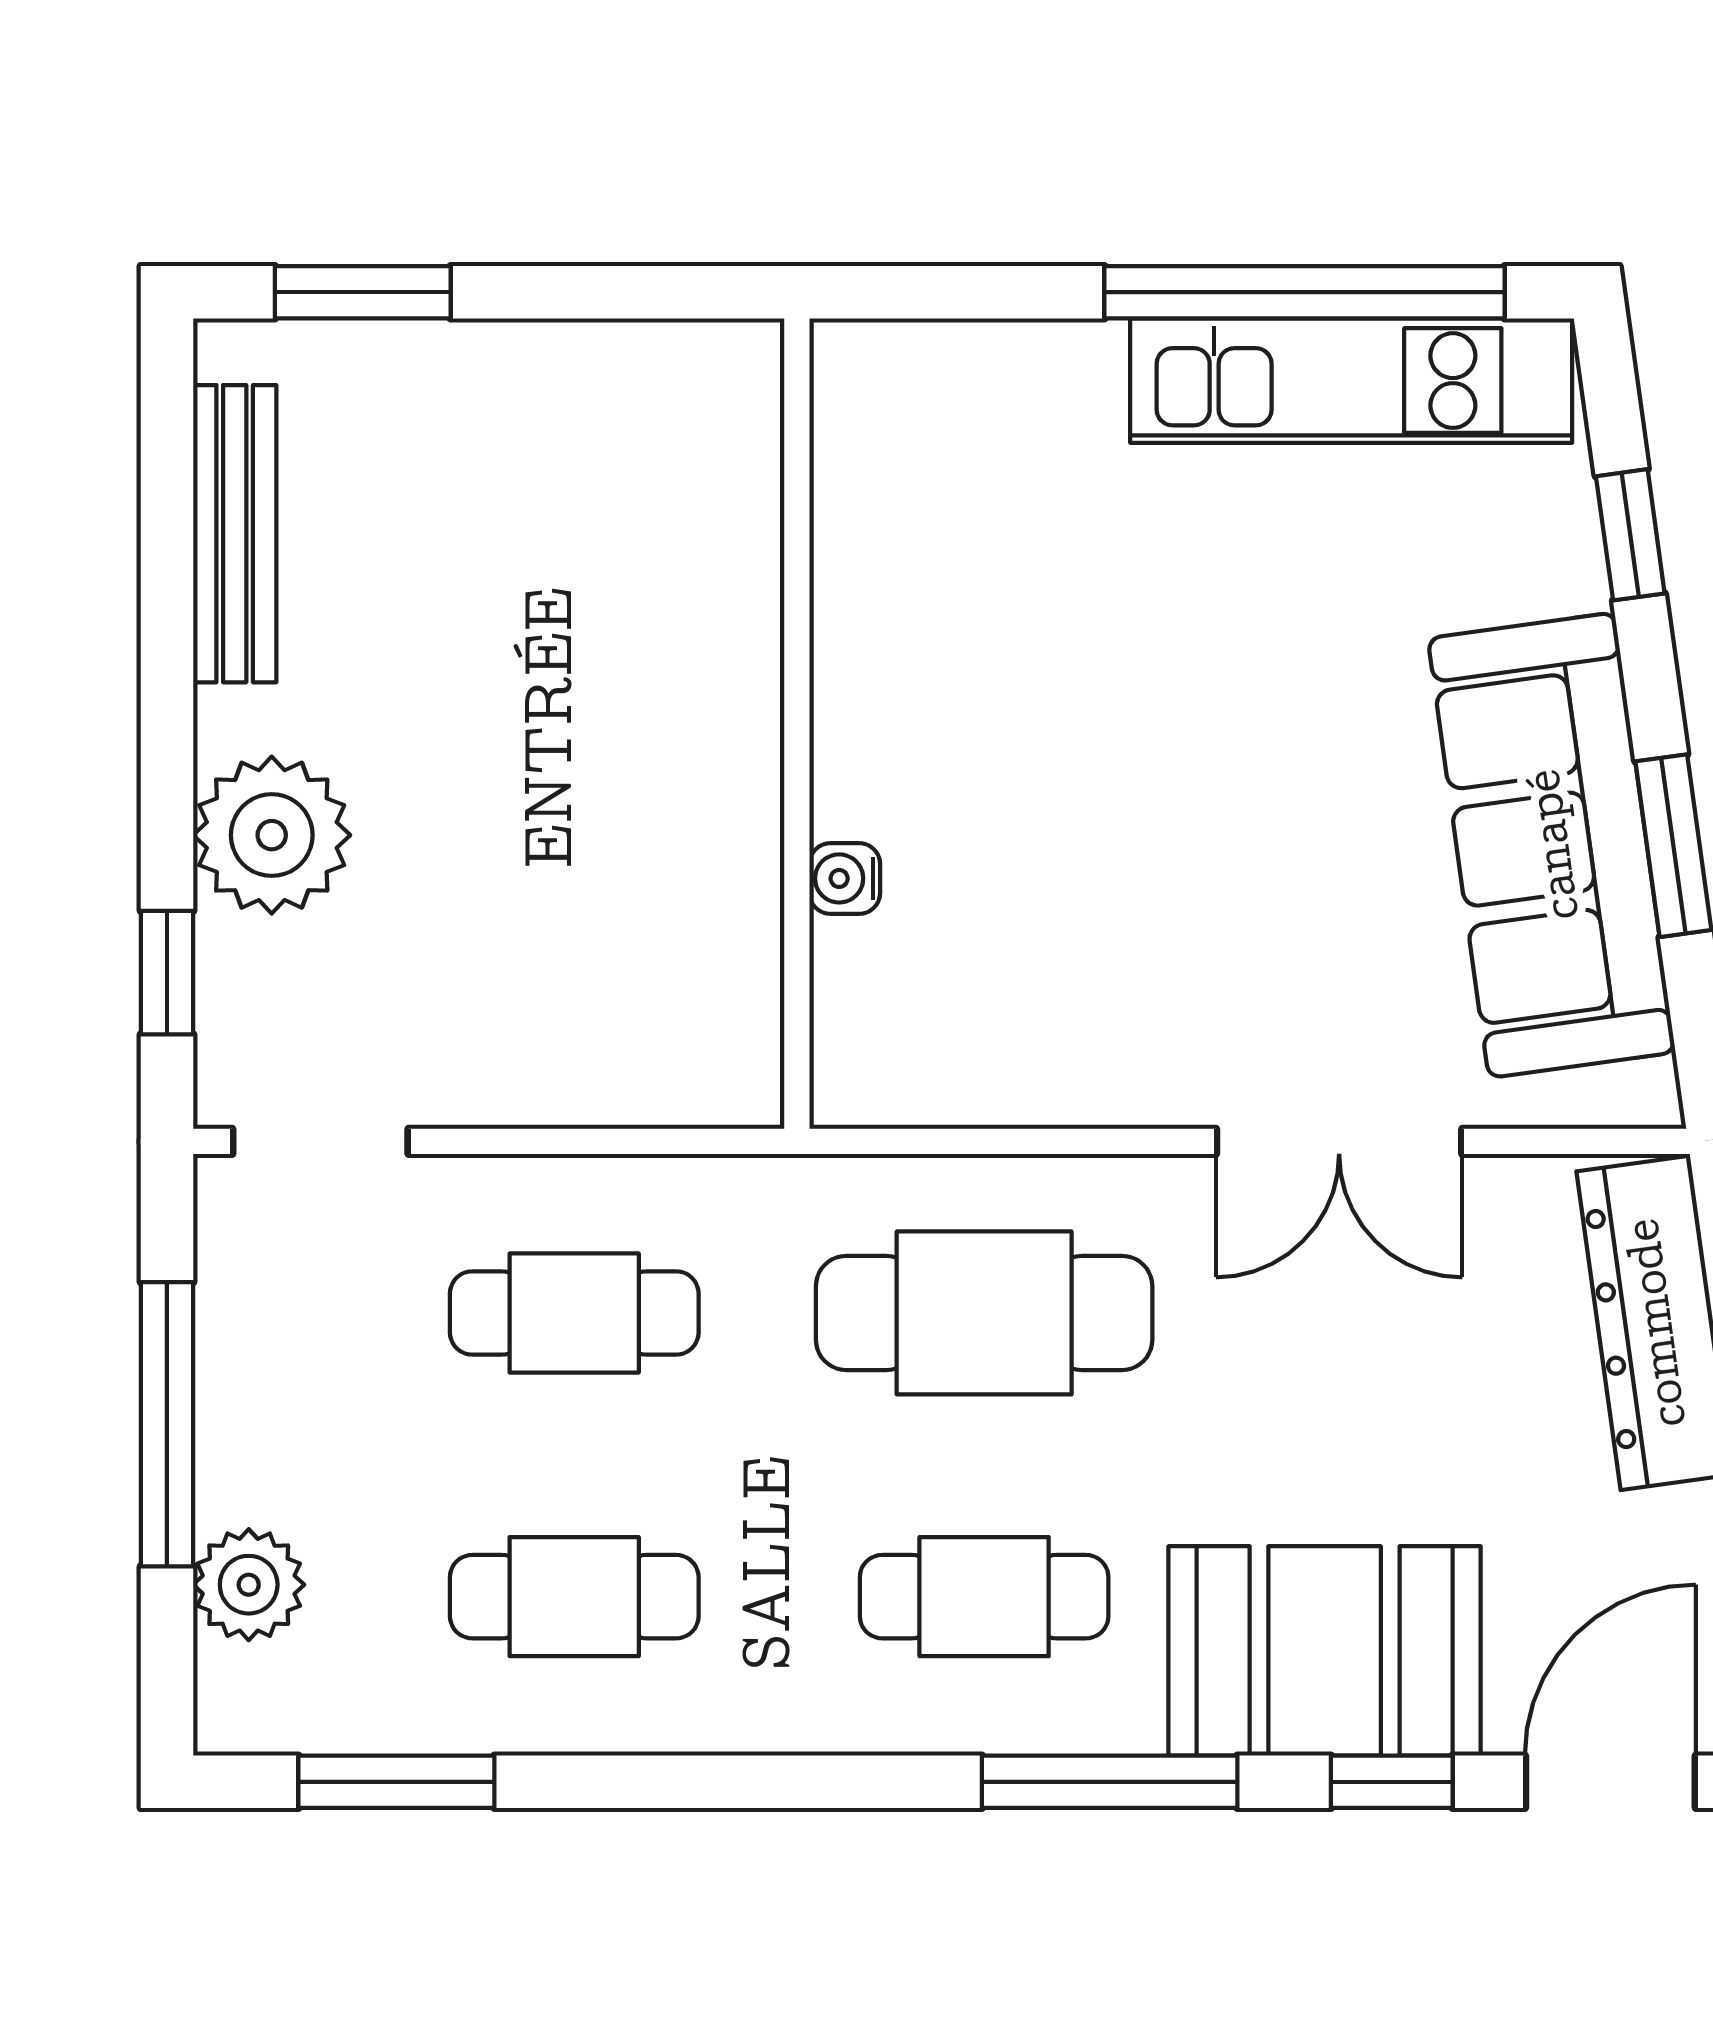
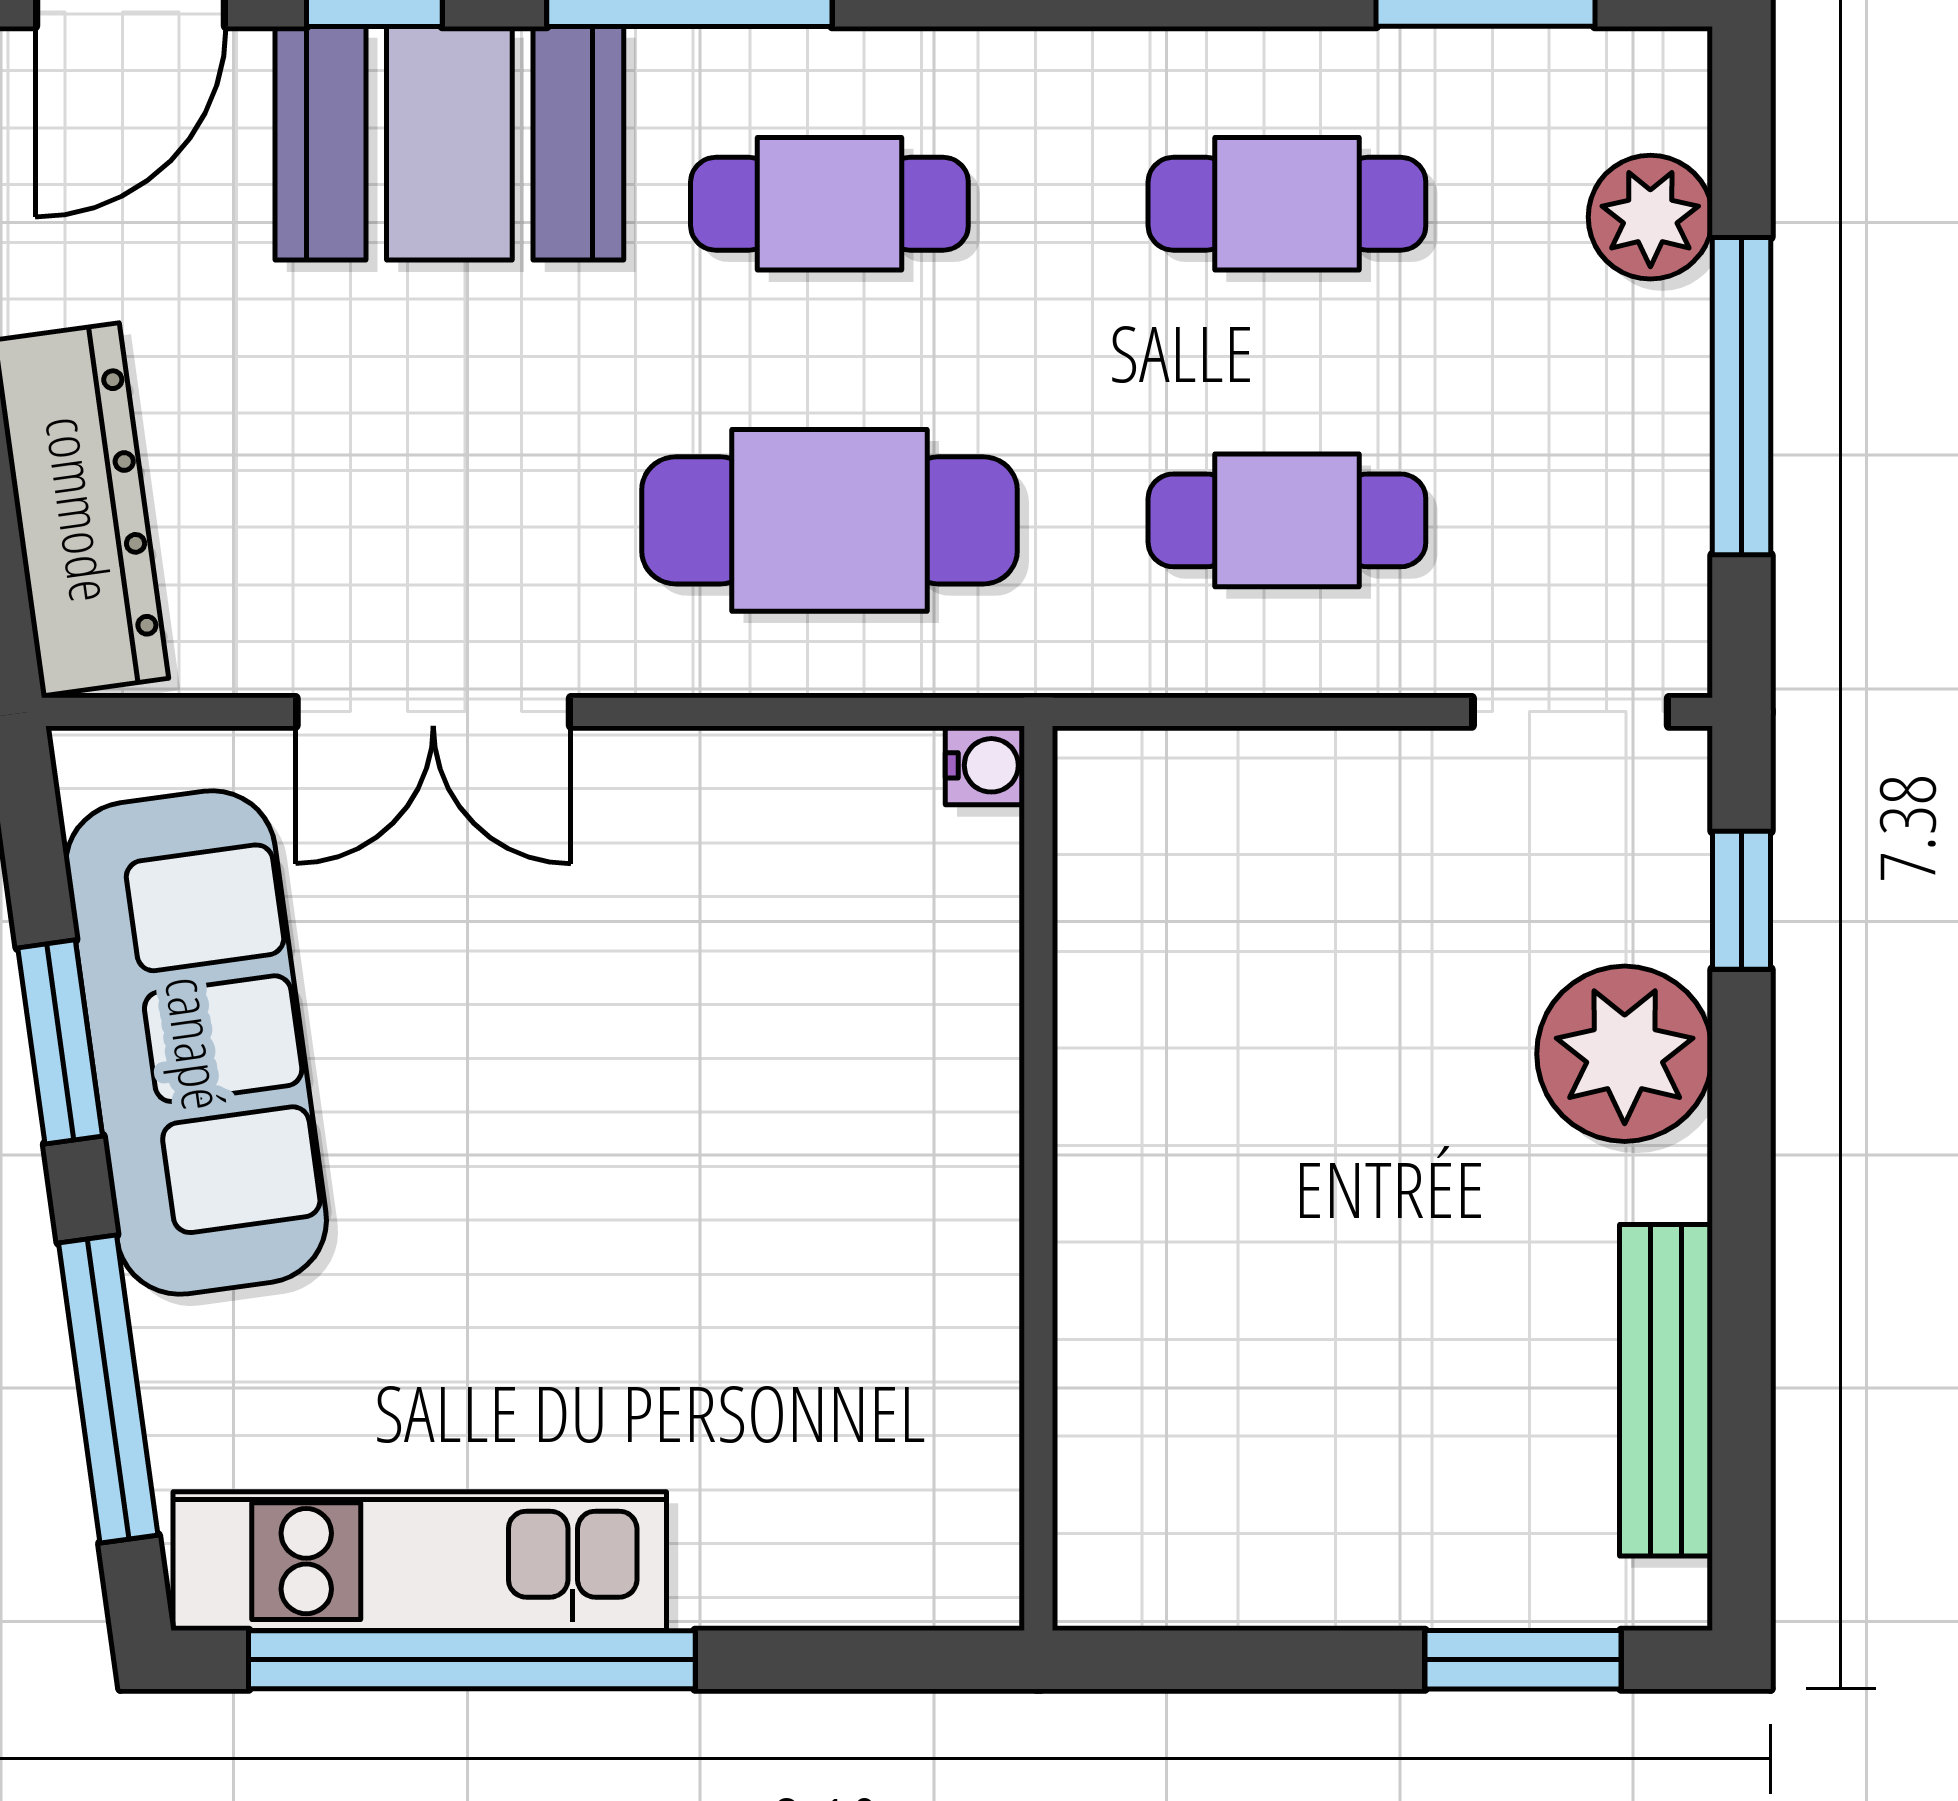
window: (1630, 535) -> (108, 1389), width x2.17
water cooler: (845, 878) -> (985, 765), moved
double door: (1339, 1141) -> (433, 712), swing flipped

